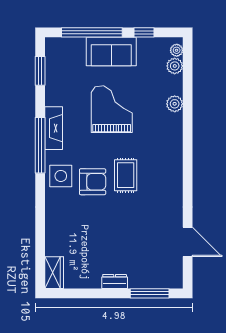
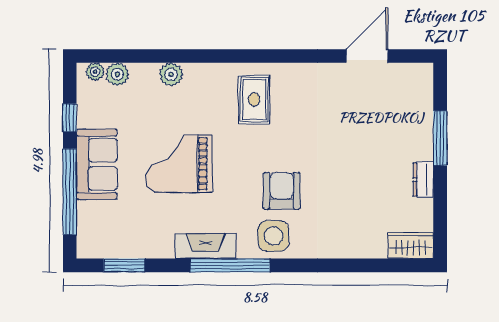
rug: (126, 175) -> (254, 99), moved, turned 90
dresser: (115, 282) -> (423, 180), moved
window: (150, 293) -> (440, 138), moved

